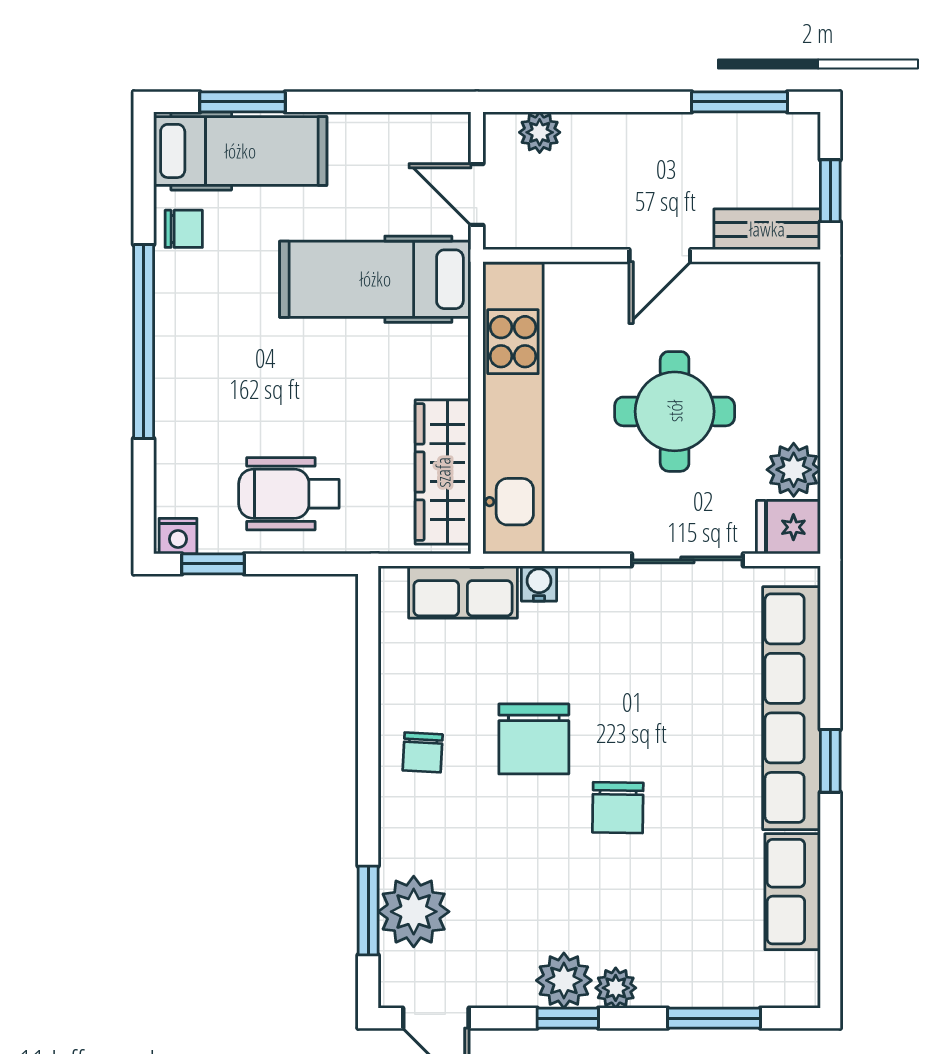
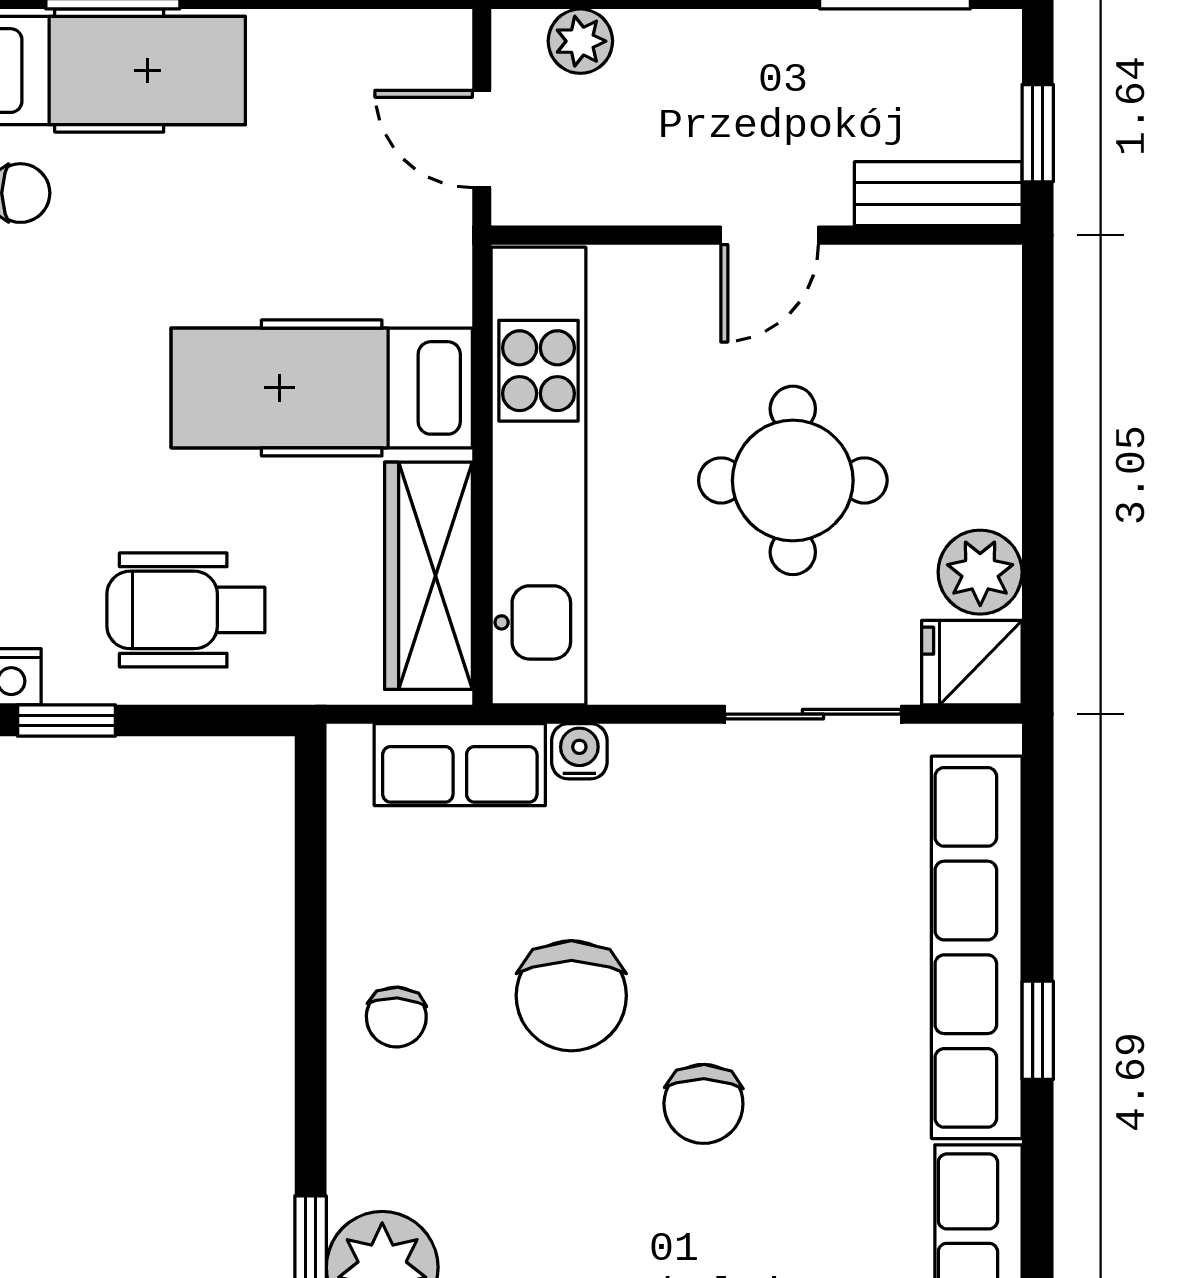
hospital bed: (375, 279) -> (322, 388), moved

